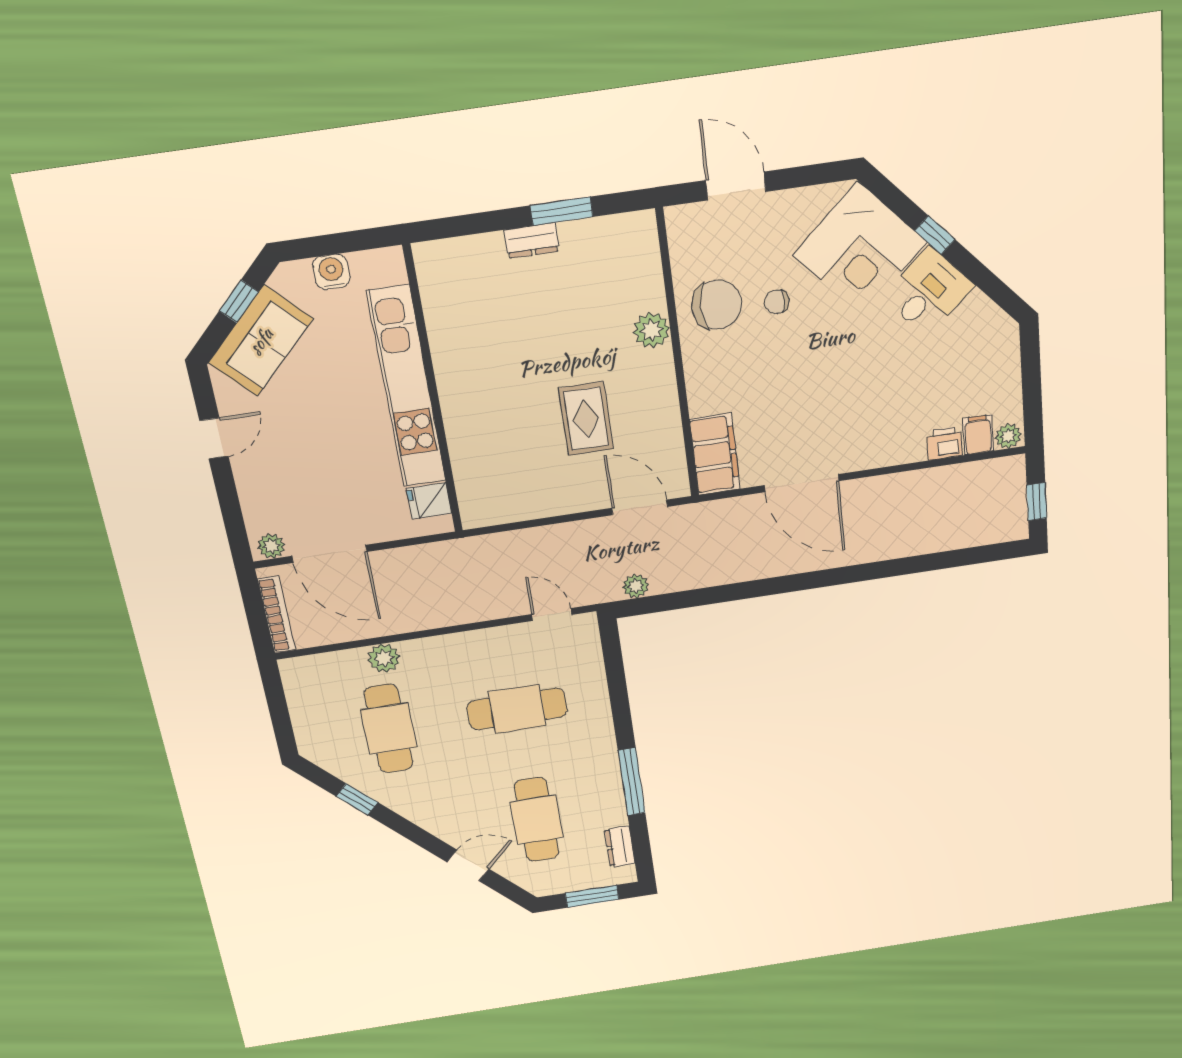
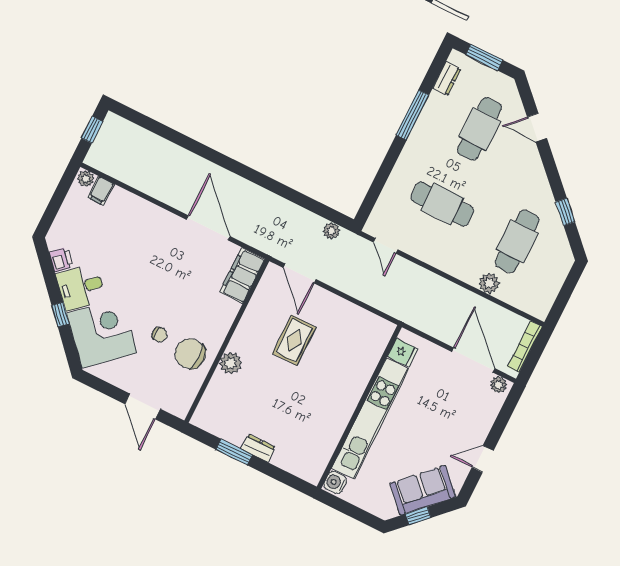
water cooler: (331, 272) -> (335, 483), moved, turned 90
printer: (945, 443) -> (61, 259), moved, turned -132

